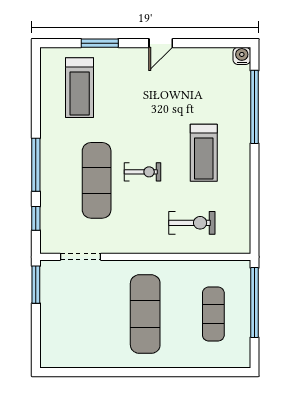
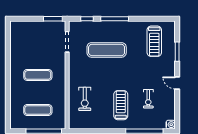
treadmill: (80, 88) -> (154, 41), turned -90
treadmill: (204, 153) -> (121, 105), turned 90
exercise bike: (143, 172) -> (148, 99), moved
exercise mat: (145, 314) -> (38, 75), width x0.73, depth x0.69

